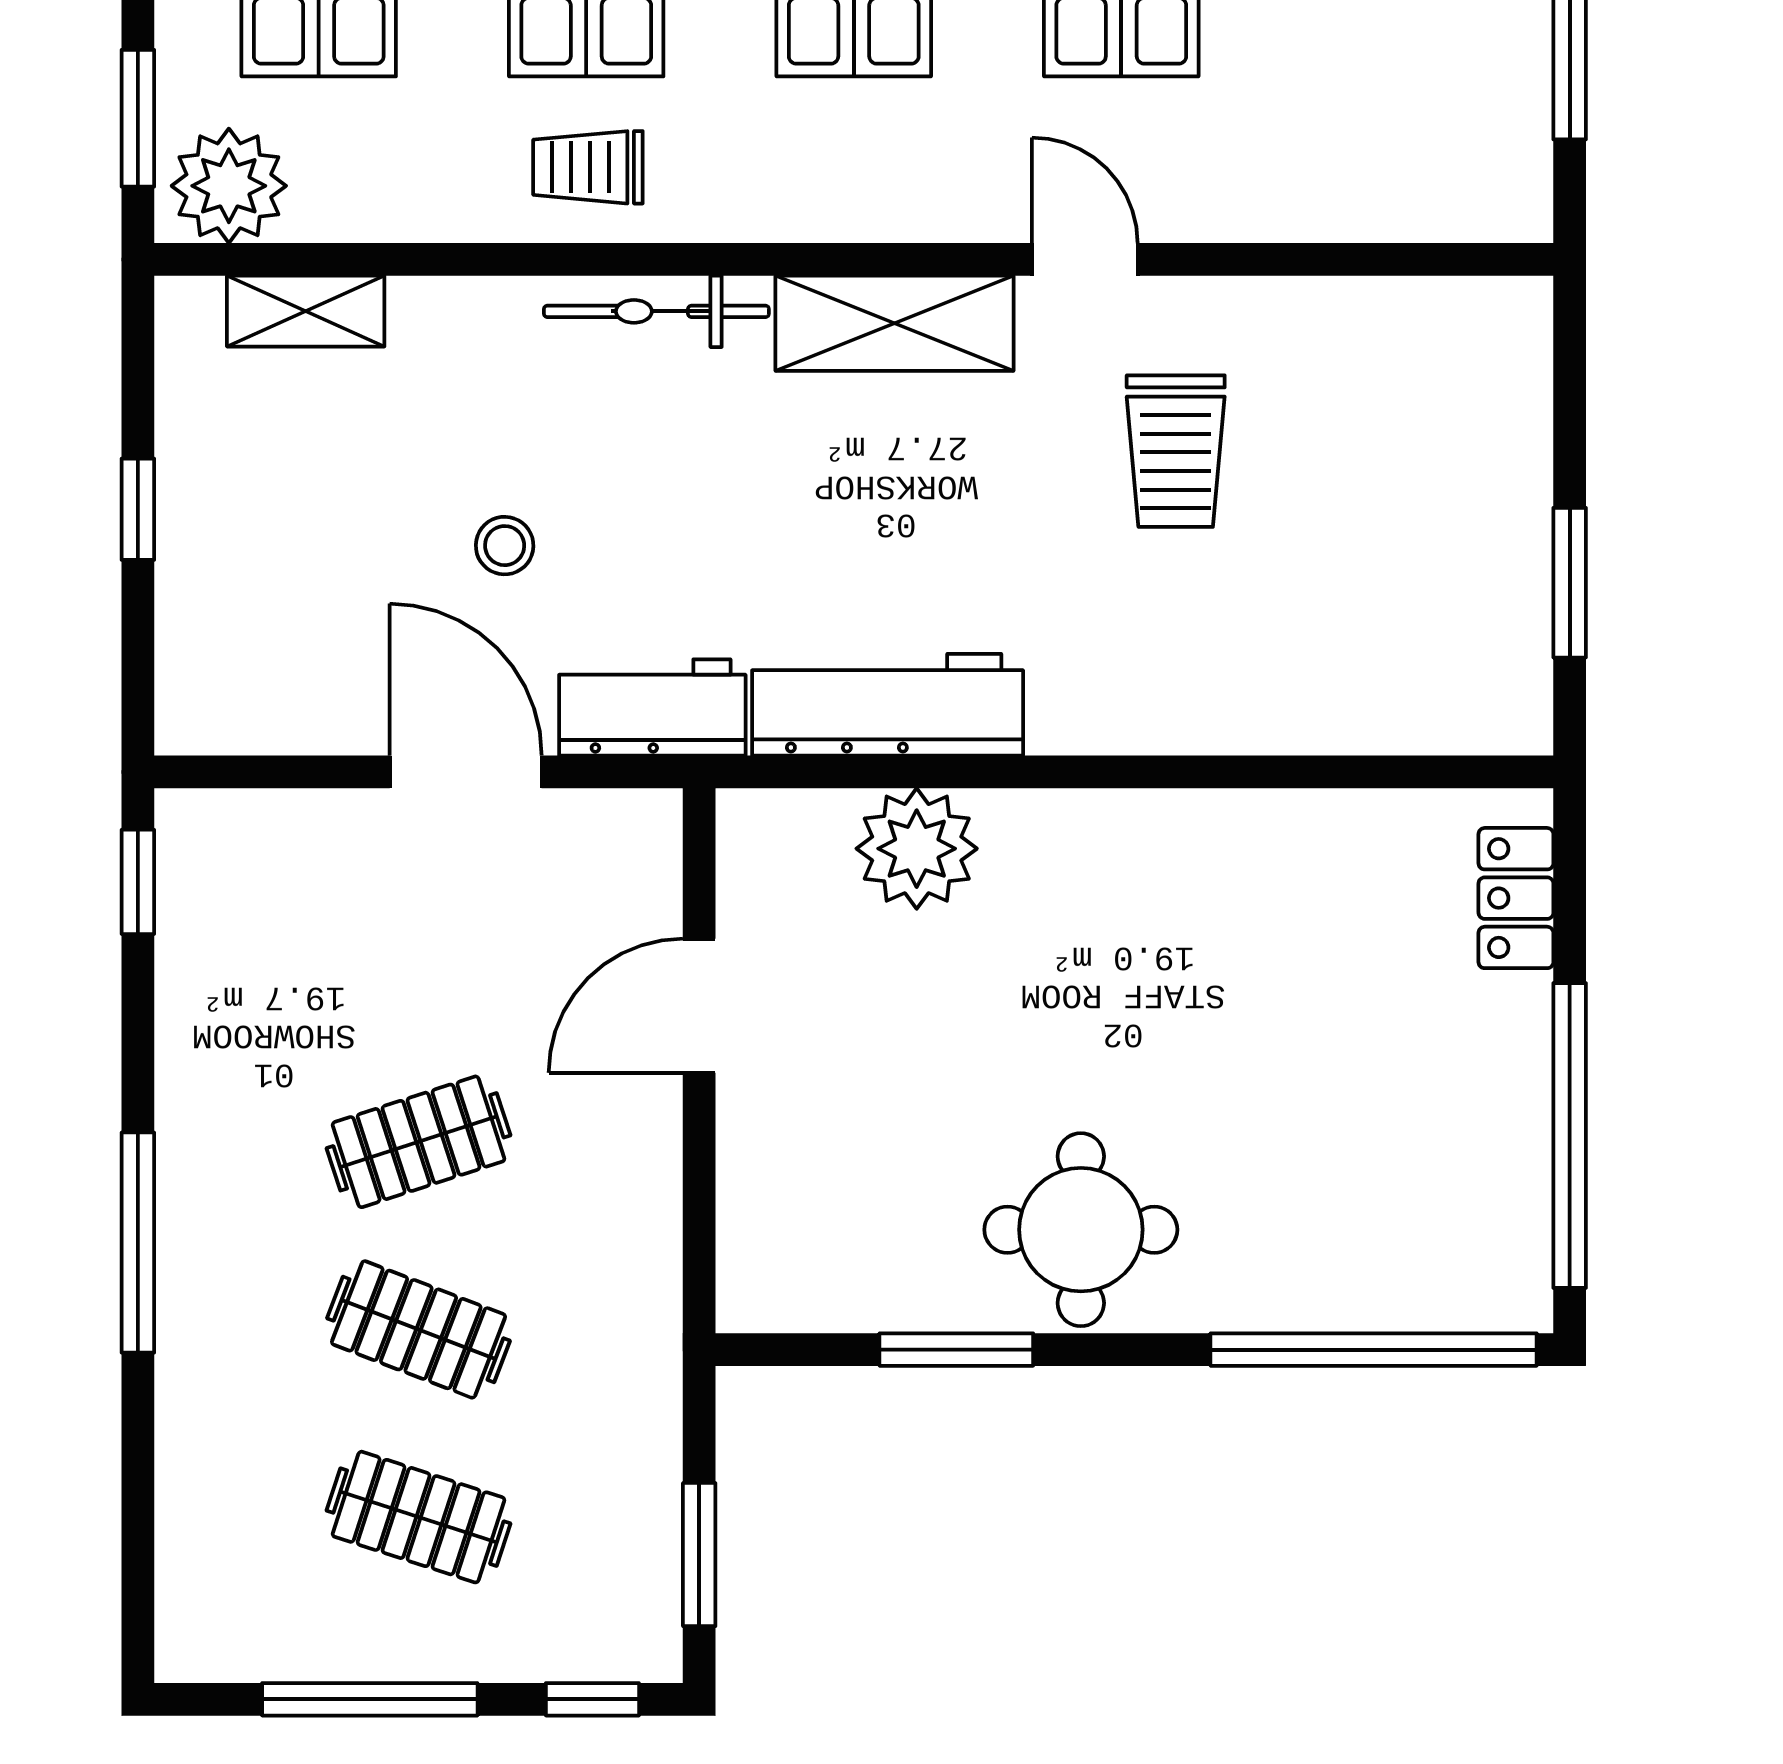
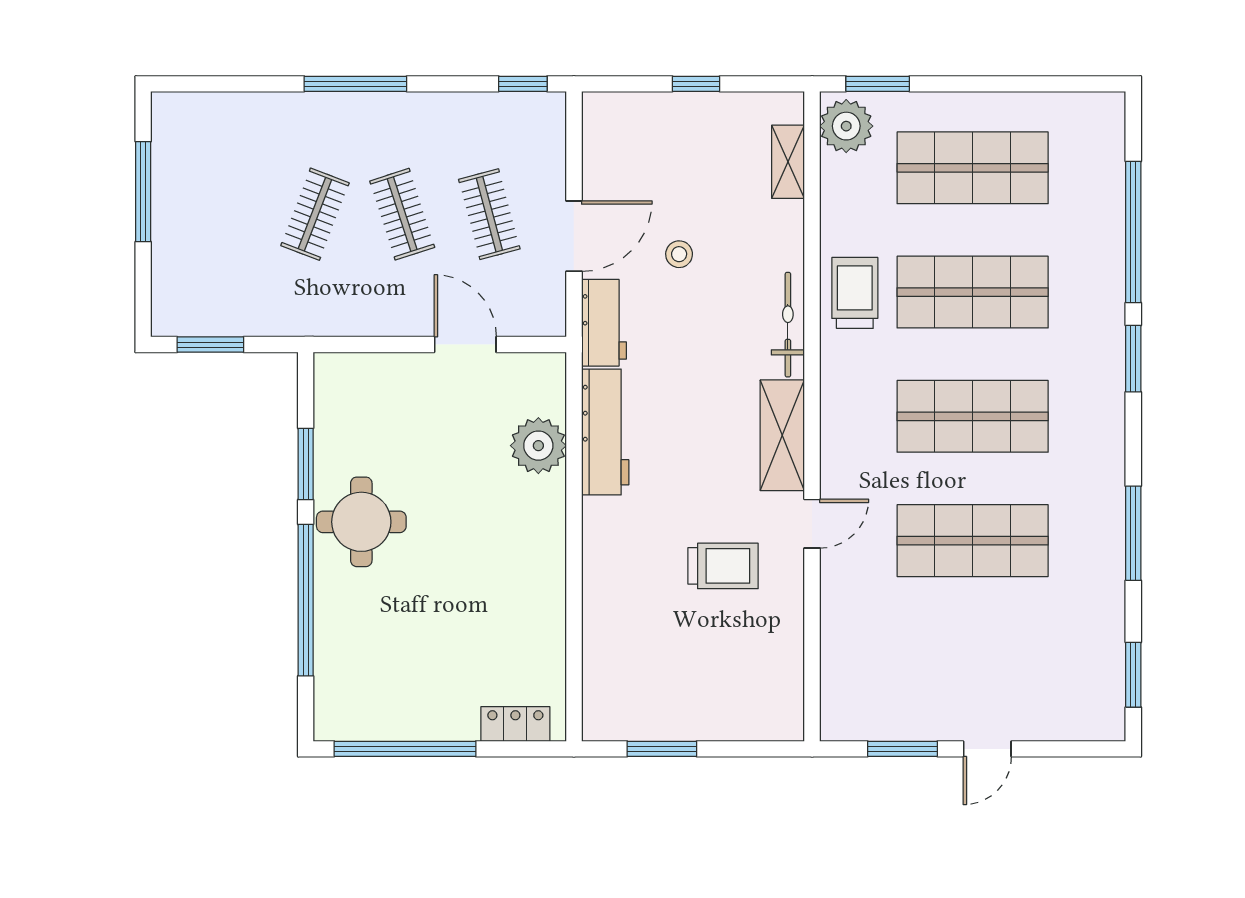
trolley: (588, 167) -> (855, 293), width x1.36, depth x1.39
trolley: (1176, 451) -> (723, 566), turned 180
window: (1374, 1350) -> (306, 600), moved
clothes rail: (419, 1517) -> (489, 214), moved, turned -33
window: (592, 1699) -> (143, 295), removed

